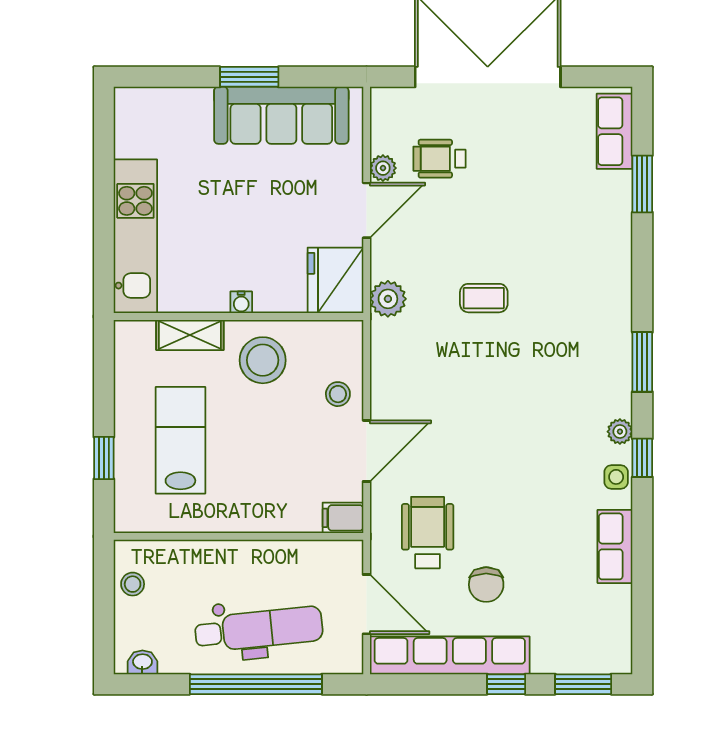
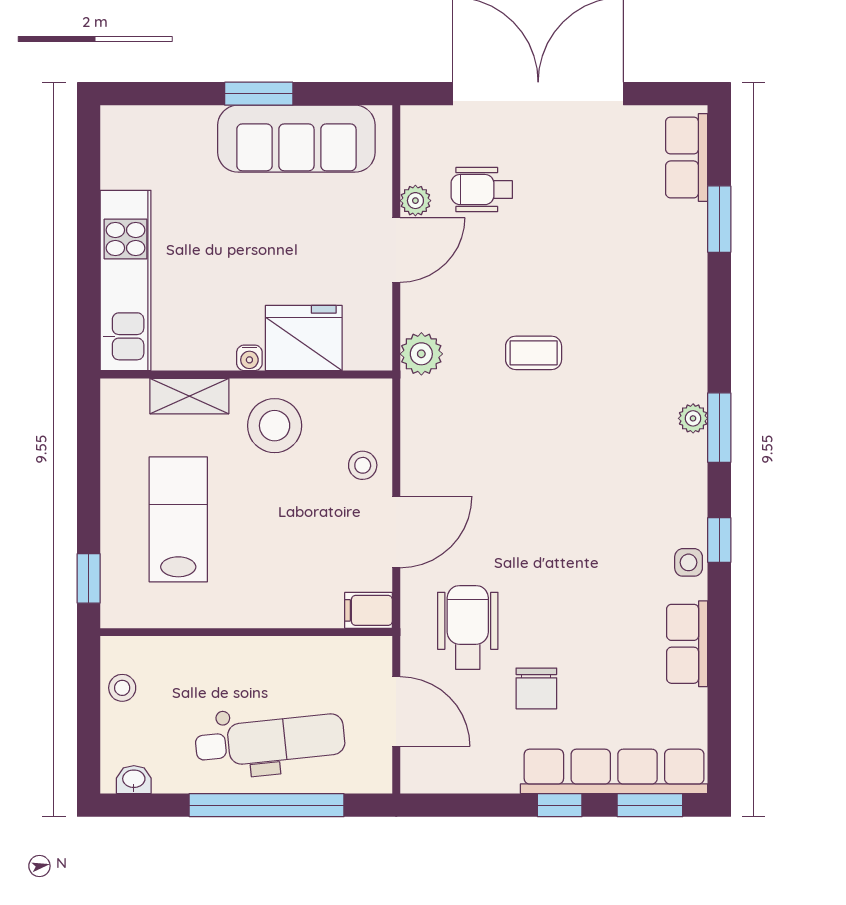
fridge: (335, 280) -> (304, 338), moved, turned 90
plant: (620, 432) -> (693, 418), moved
window: (104, 458) -> (89, 578), moved
row of seats: (450, 655) -> (614, 771), moved

